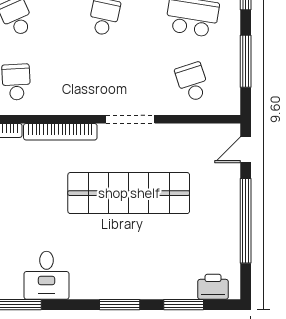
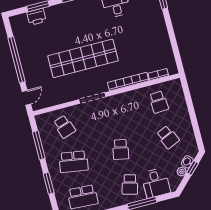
printer: (213, 287) -> (36, 17), moved

